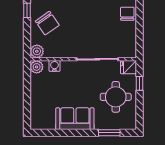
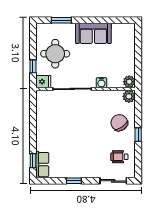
chair: (127, 14) -> (44, 131), removed
water cooler: (54, 66) -> (101, 83), moved

